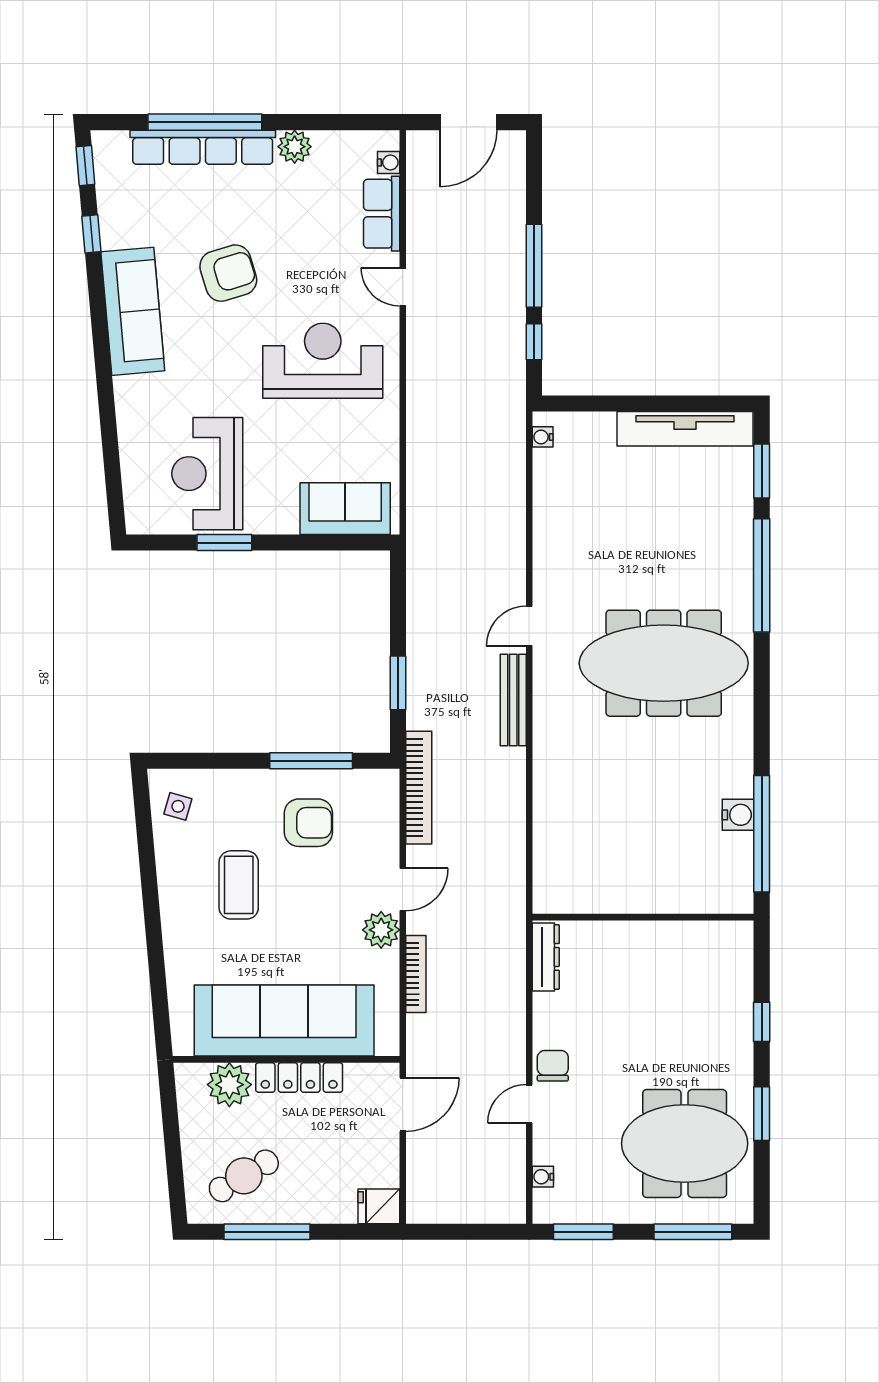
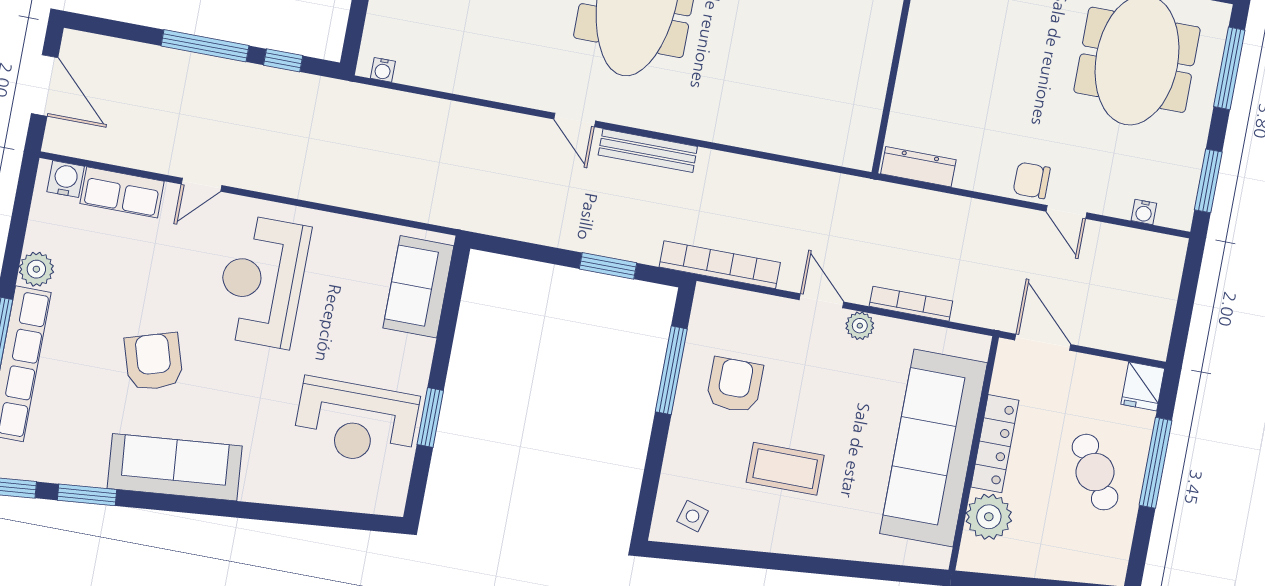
water cooler: (389, 162) -> (66, 179), width x1.38, depth x1.38
window: (91, 234) -> (87, 495), width x1.50
plant: (381, 930) -> (860, 326), width x0.73, depth x0.73
cafe table: (244, 1176) -> (1095, 472), moved
window: (267, 1232) -> (1155, 463), moved

